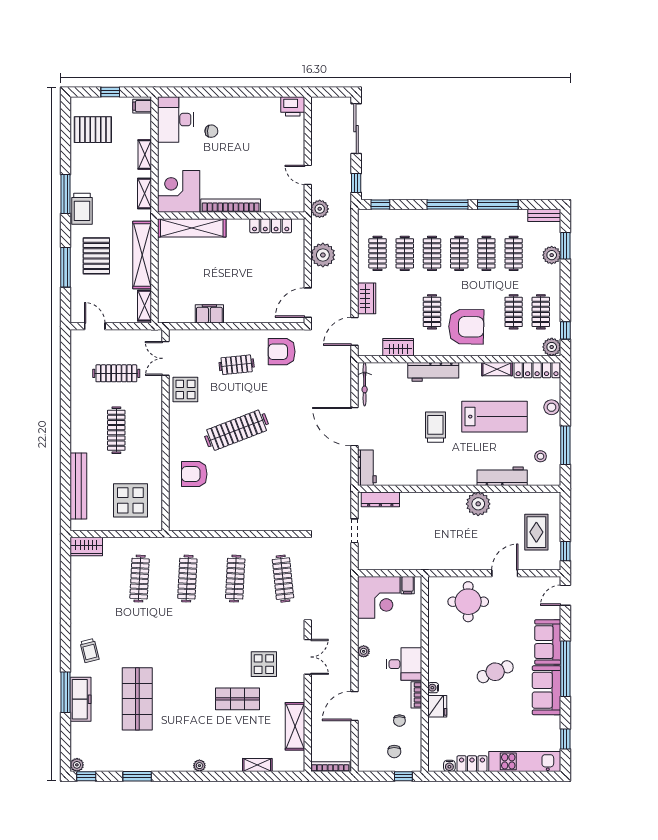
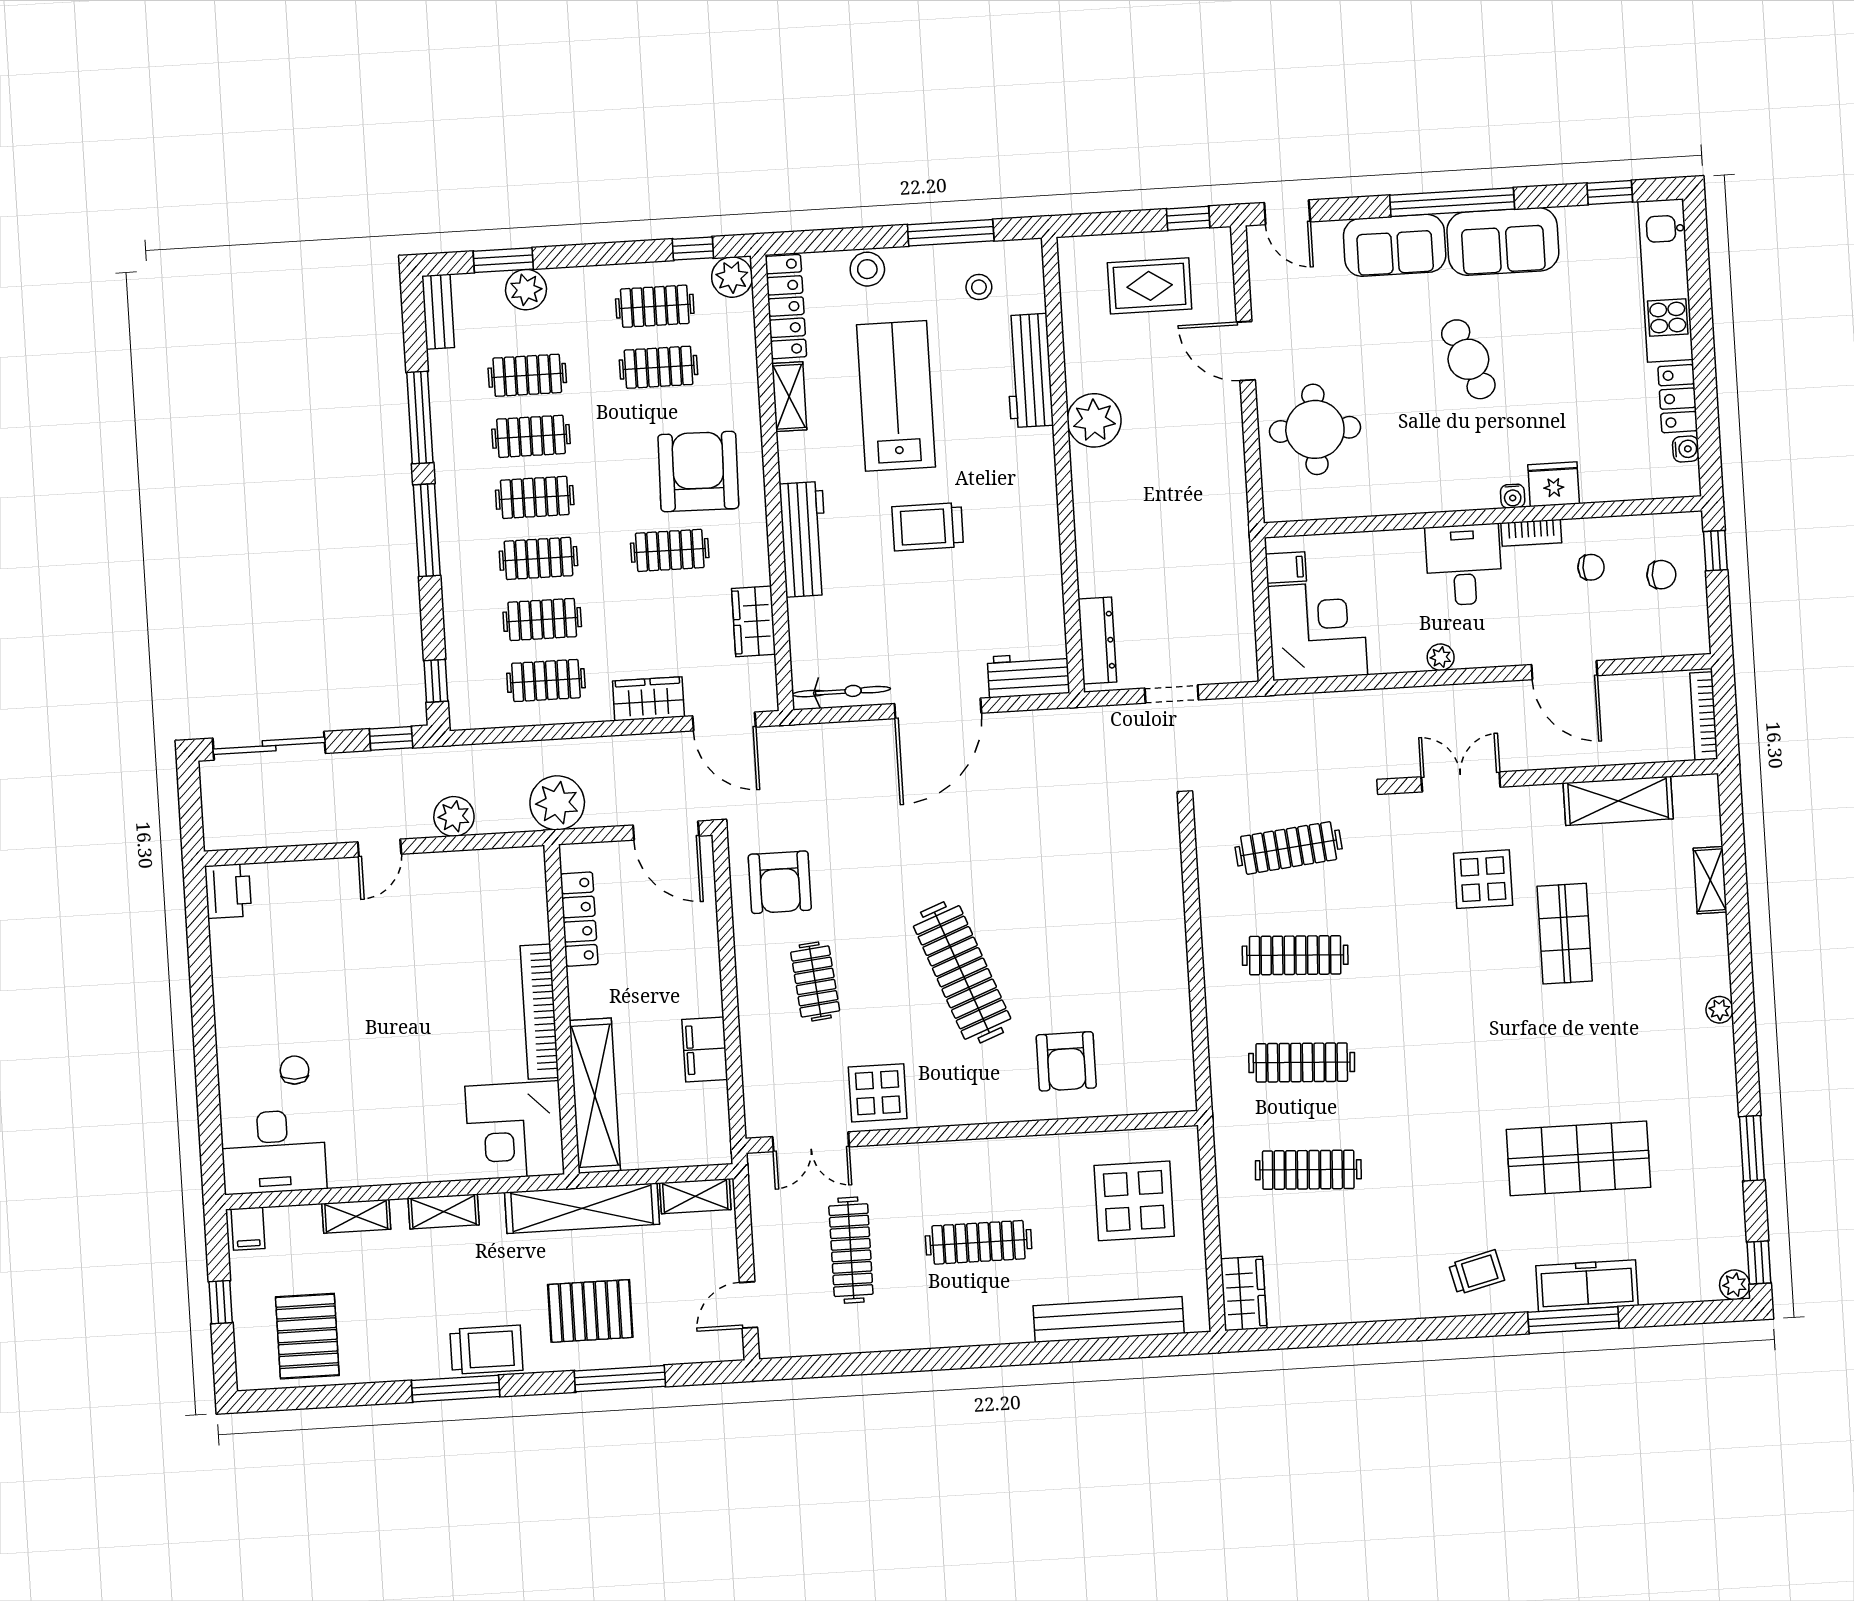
corner desk: (179, 191) -> (515, 1130), moved
bookcase: (231, 206) -> (539, 1012), moved
wall: (231, 215) -> (562, 1009), moved
locker: (271, 226) -> (579, 919), moved
shelving: (192, 228) -> (595, 1096), moved

